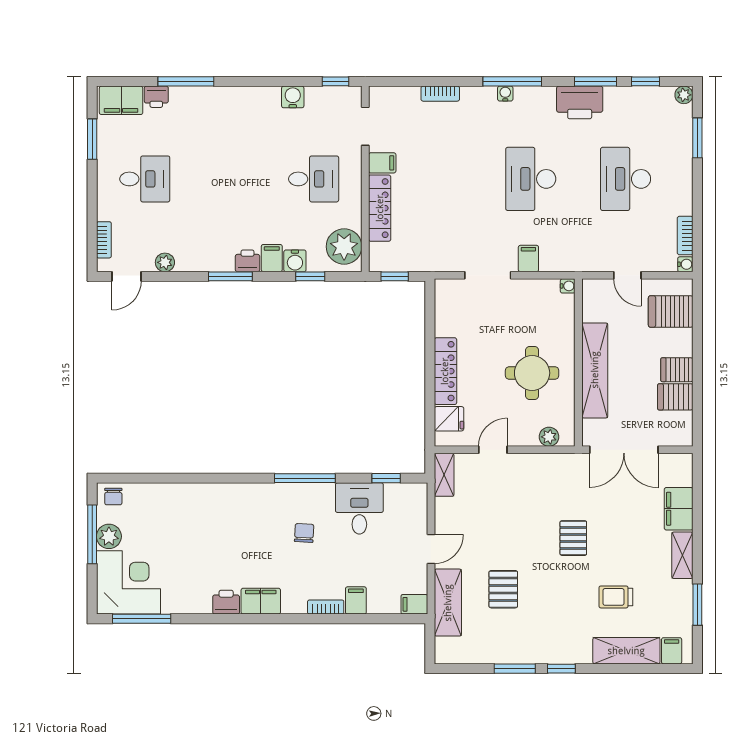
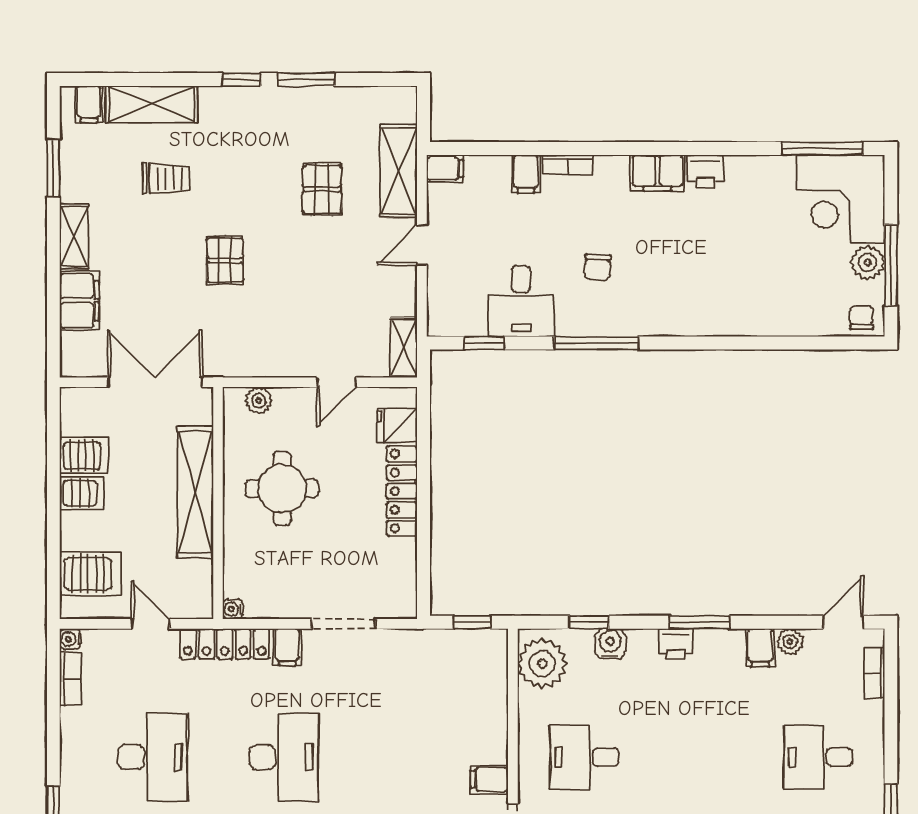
locker: (380, 208) -> (225, 644), moved, turned -90
filing cabinet: (272, 258) -> (760, 648), moved

